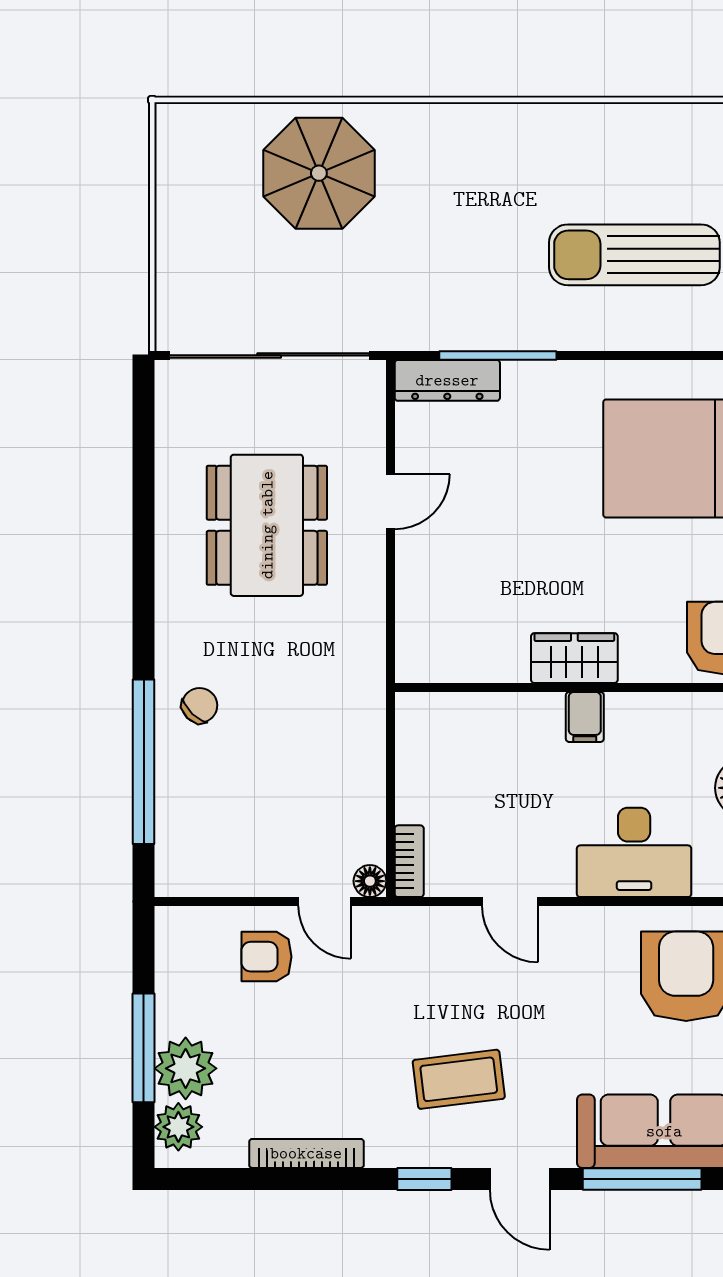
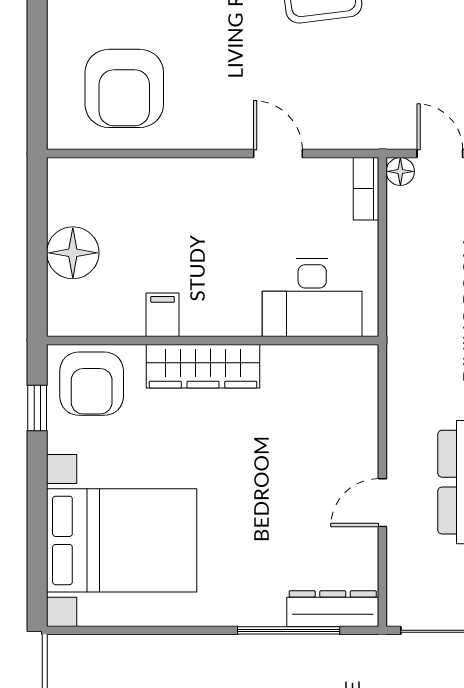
wardrobe: (574, 658) -> (203, 366), width x1.50
filing cabinet: (585, 717) -> (163, 315), moved
desk: (634, 852) -> (312, 298), moved, turned 180

